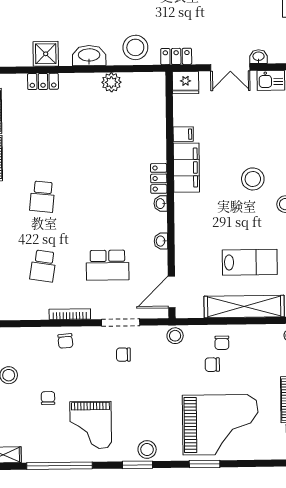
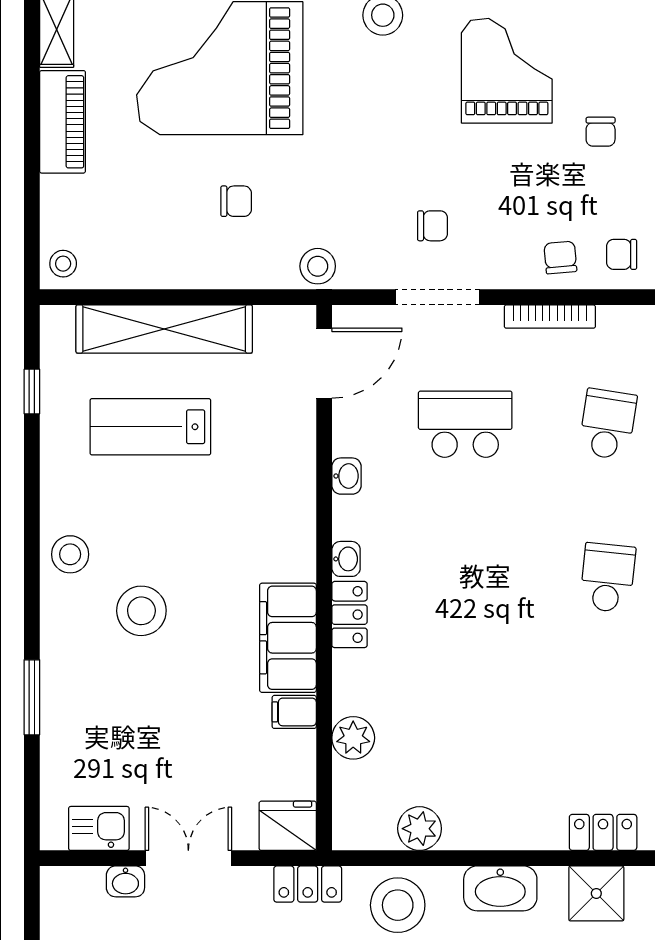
plant: (111, 82) -> (420, 829), moved
plant: (156, 123) -> (353, 738), added
chair: (222, 343) -> (622, 254), moved, turned -90

